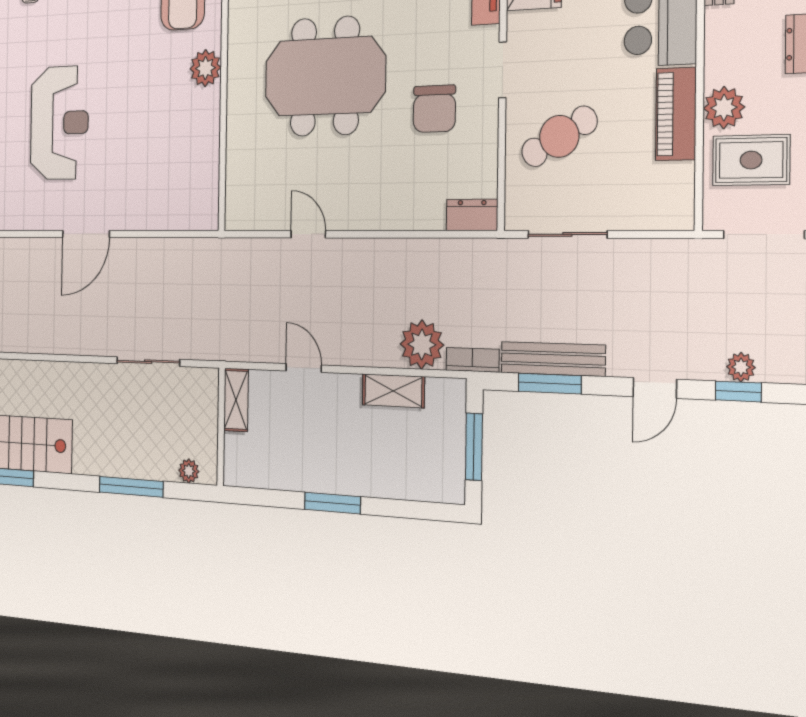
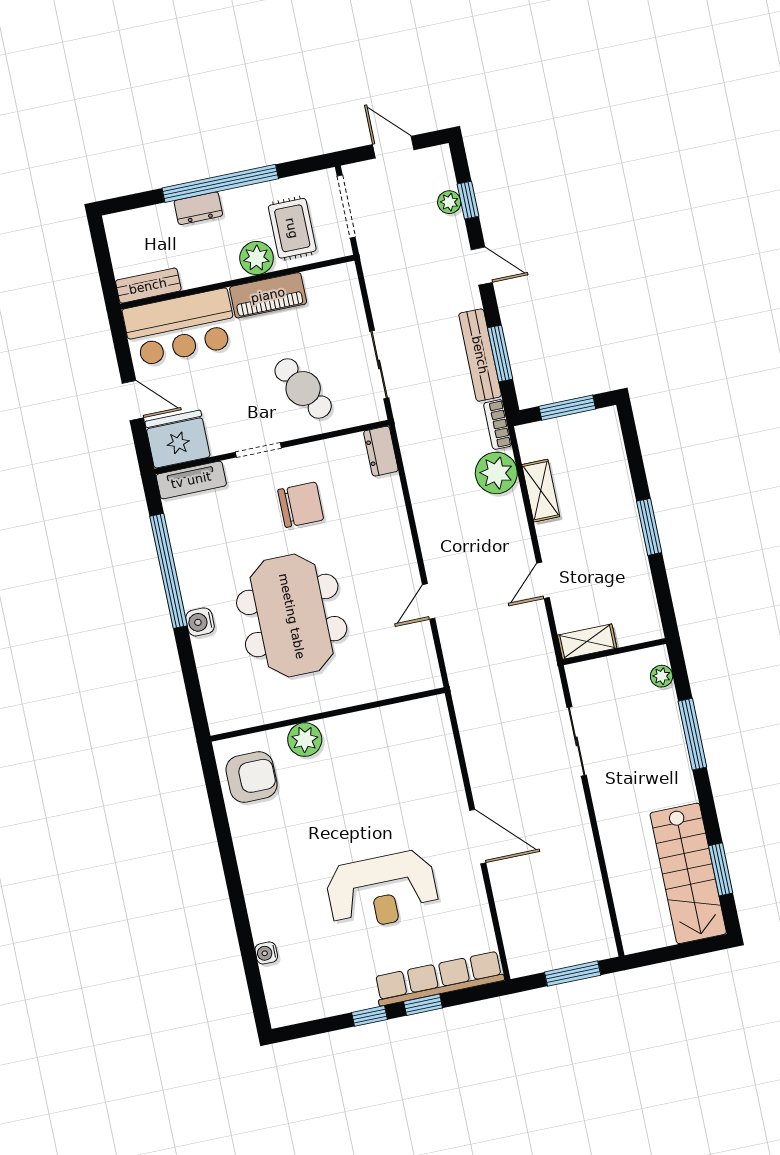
reception desk: (59, 123) -> (382, 891), turned 180

